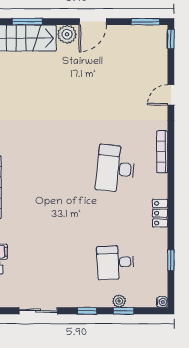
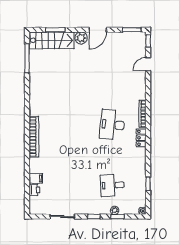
door: (171, 95) -> (148, 64), moved
locker: (160, 213) -> (141, 138), moved

